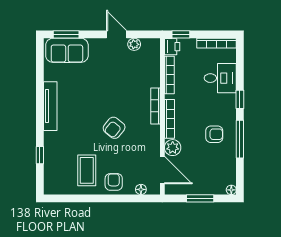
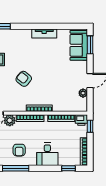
desk: (220, 78) -> (47, 154), moved
window: (240, 99) -> (69, 168), moved
tv unit: (50, 106) -> (44, 34), width x0.71

